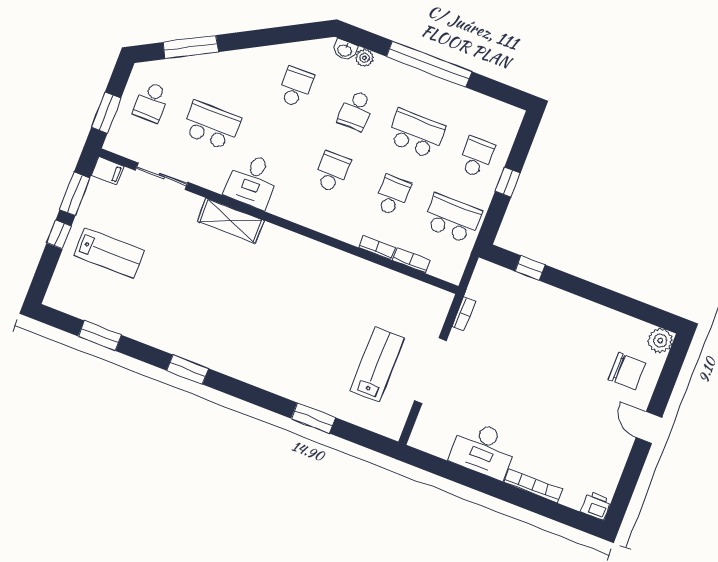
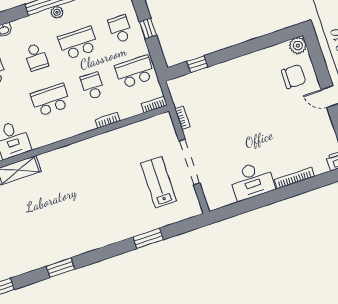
plant: (365, 58) -> (57, 12), moved
school desk: (332, 172) -> (51, 100), width x1.85
bookcase: (411, 260) -> (154, 104), moved

